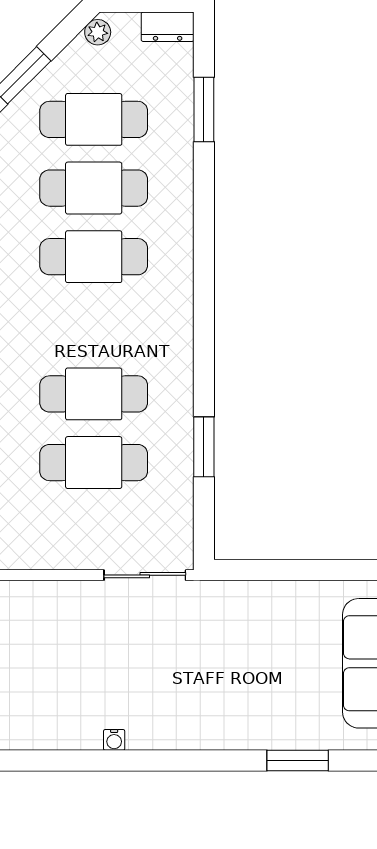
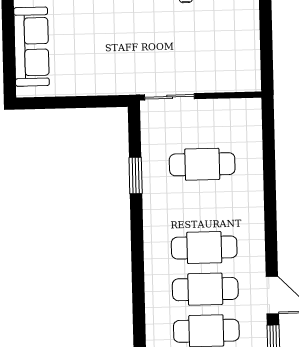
cafe table: (94, 394) -> (204, 248), moved

